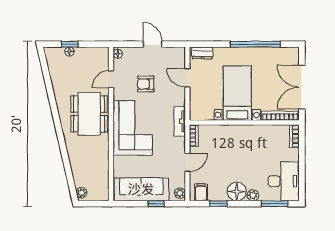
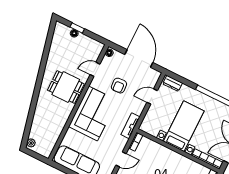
door: (153, 44) -> (139, 59), width x1.88
door: (187, 78) -> (152, 97), hinge flipped
armchair: (146, 84) -> (119, 86), turned -93
dining table: (89, 114) -> (66, 87), width x0.73

